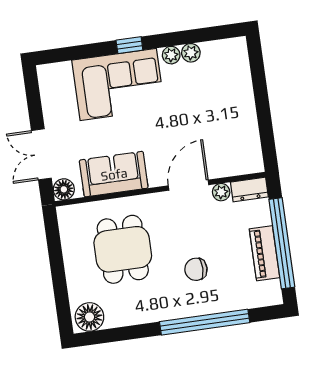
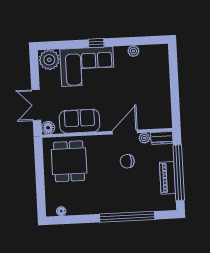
plant: (171, 55) -> (49, 60), moved, width x1.88, depth x1.88
dining table: (123, 249) -> (69, 161), moved
chair: (196, 269) -> (127, 161), moved
floor lamp: (89, 317) -> (61, 211), width x0.53, depth x0.53

